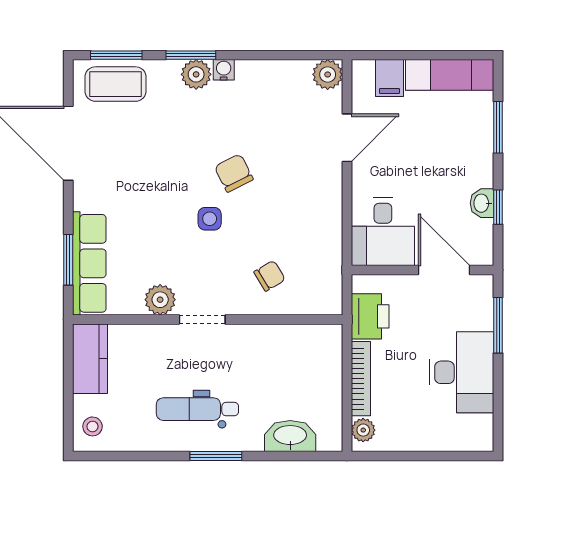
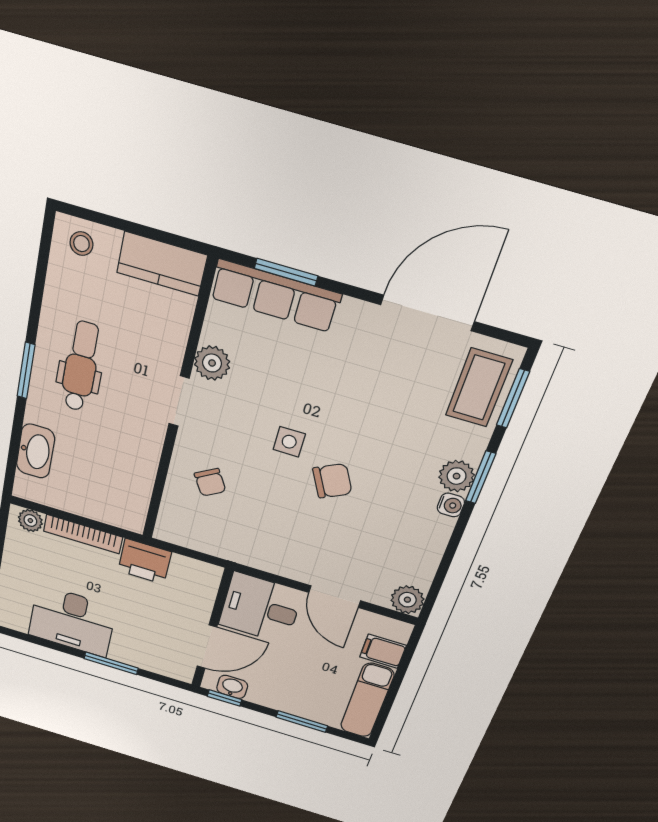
desk: (383, 232) -> (260, 608), moved
wall: (422, 270) -> (212, 629), moved
door: (444, 270) -> (207, 647), moved

